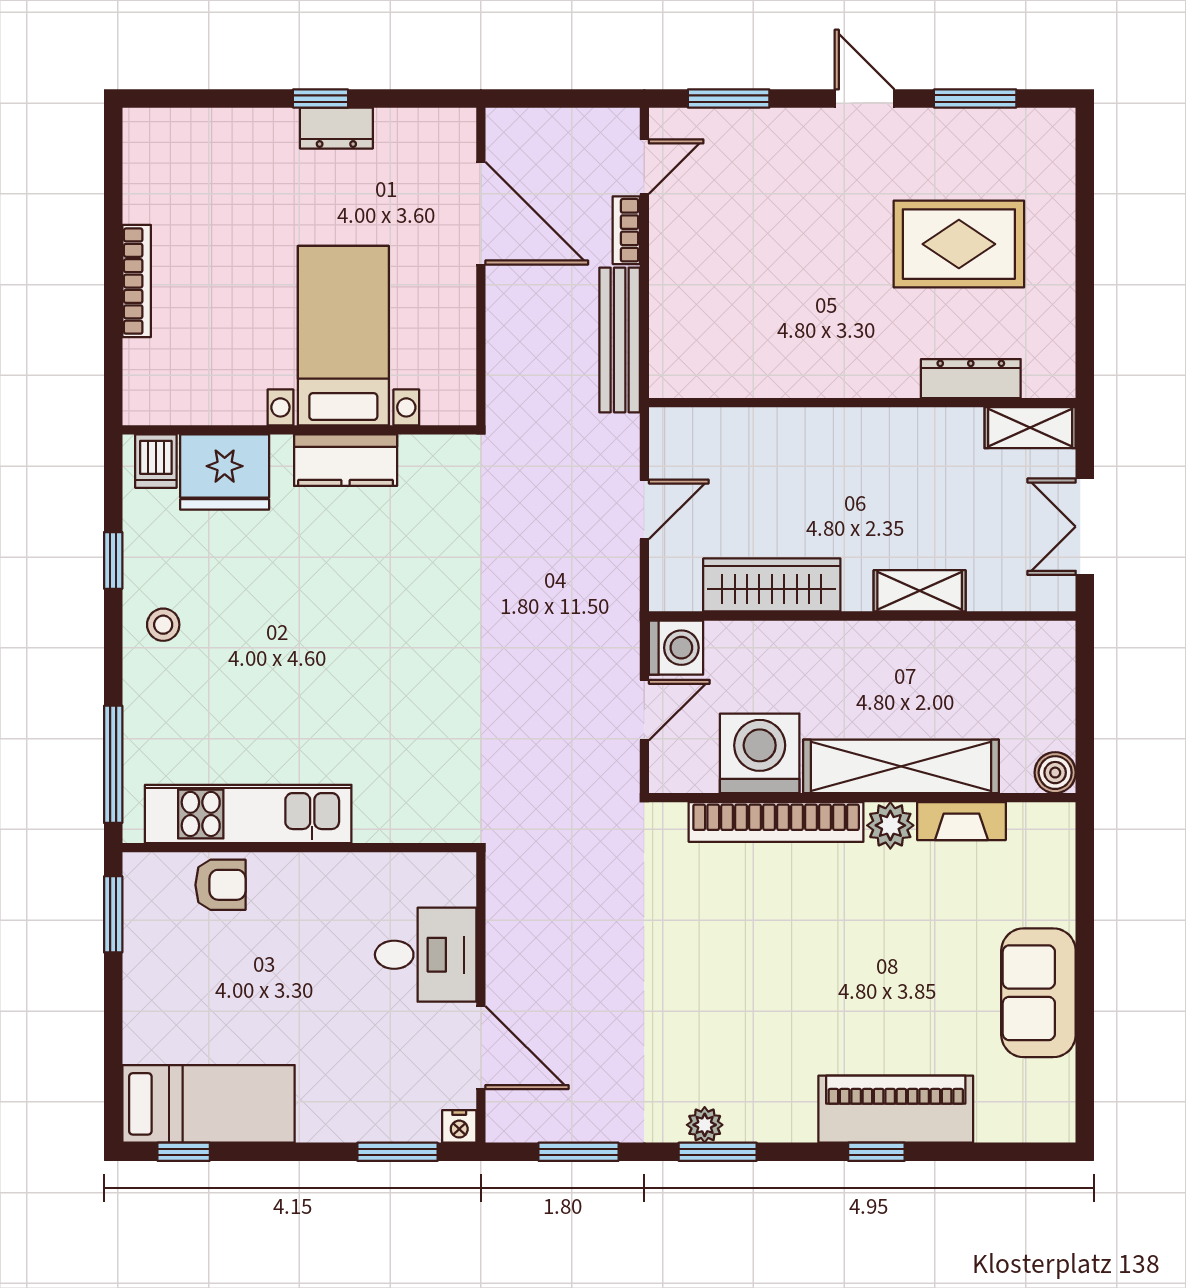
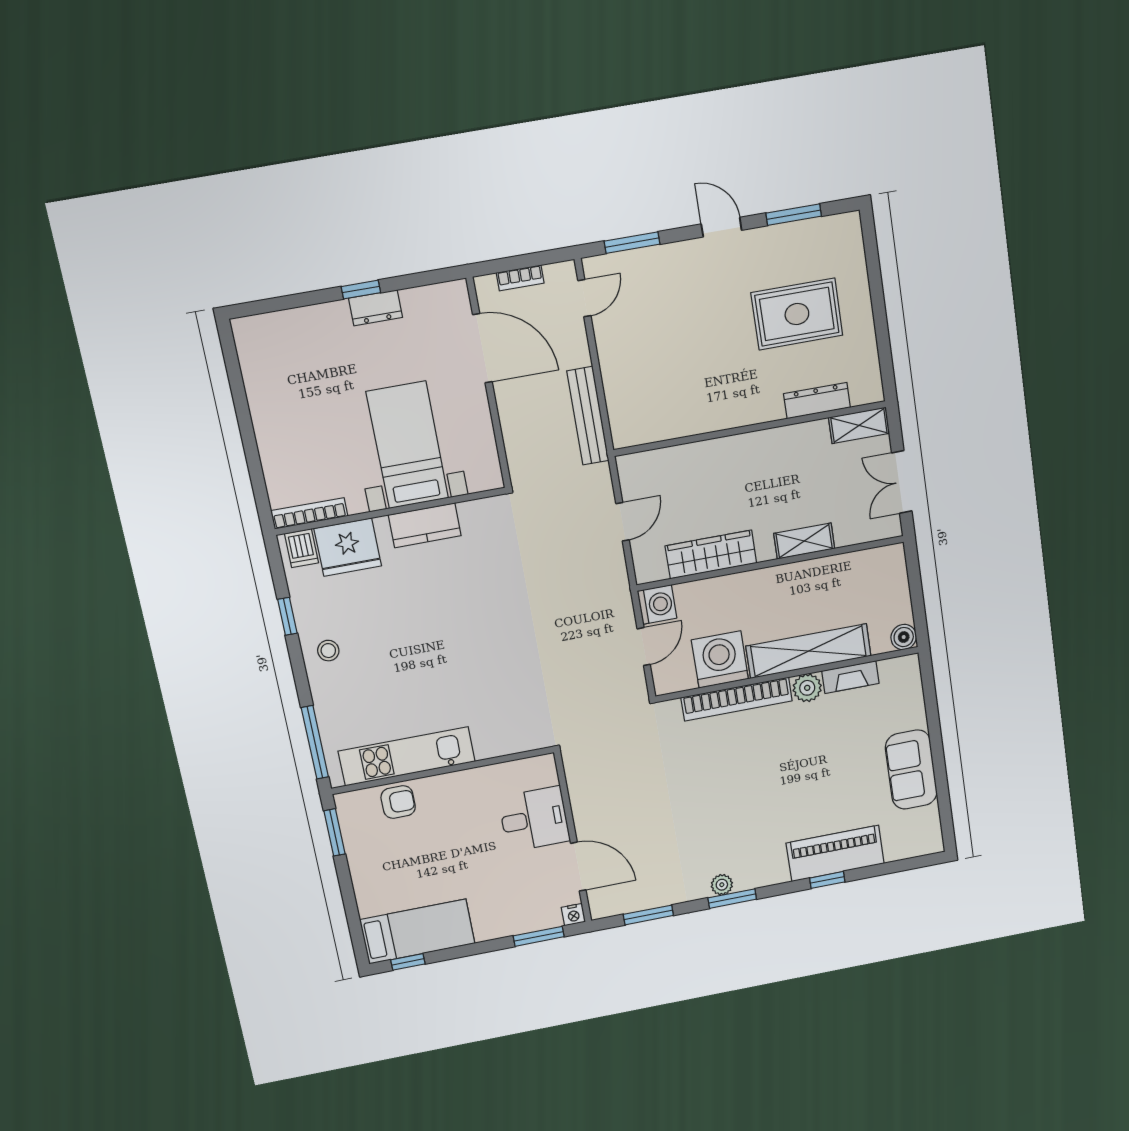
bookcase: (626, 230) -> (520, 278), moved, turned -90
bookcase: (137, 281) -> (309, 513), moved, turned -90

